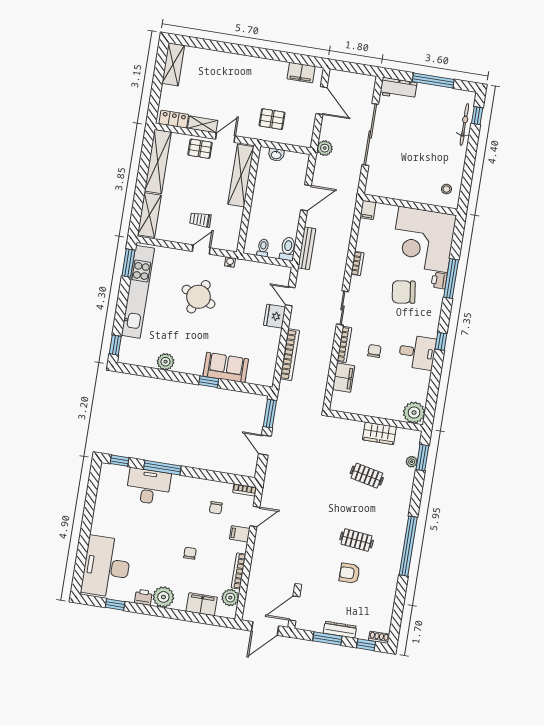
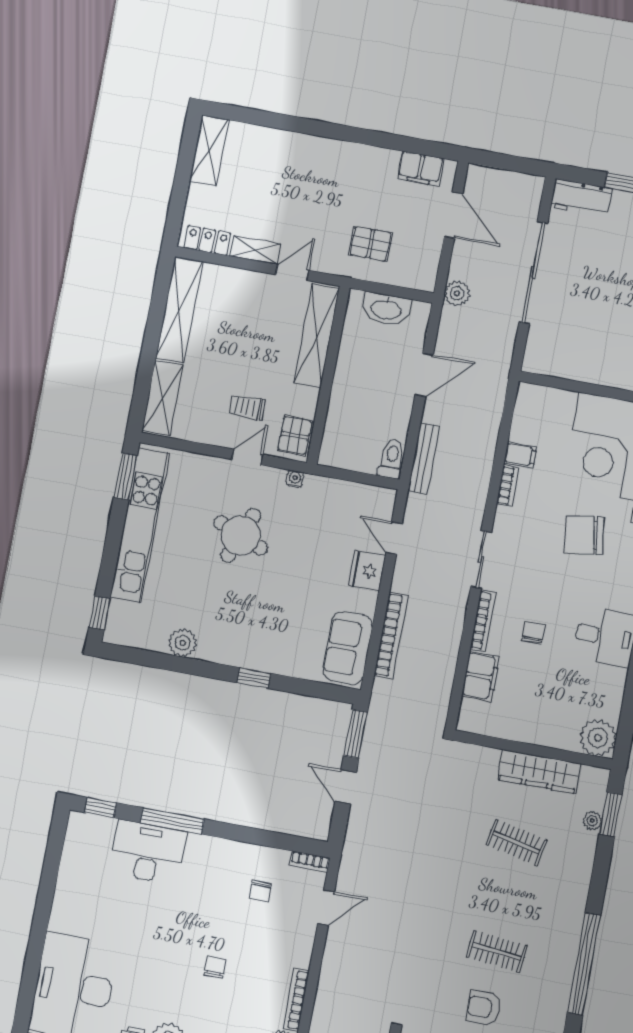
pallet: (200, 149) -> (295, 435), moved, turned 90
washbasin: (276, 155) -> (386, 309), width x1.91, depth x1.45
filing cabinet: (368, 210) -> (520, 455), moved, turned -90
toilet: (263, 248) -> (351, 456), removed
sofa: (226, 367) -> (348, 648), moved, turned -90
wardrobe: (379, 433) -> (539, 772), width x1.50
filing cabinet: (240, 534) -> (300, 936), removed

